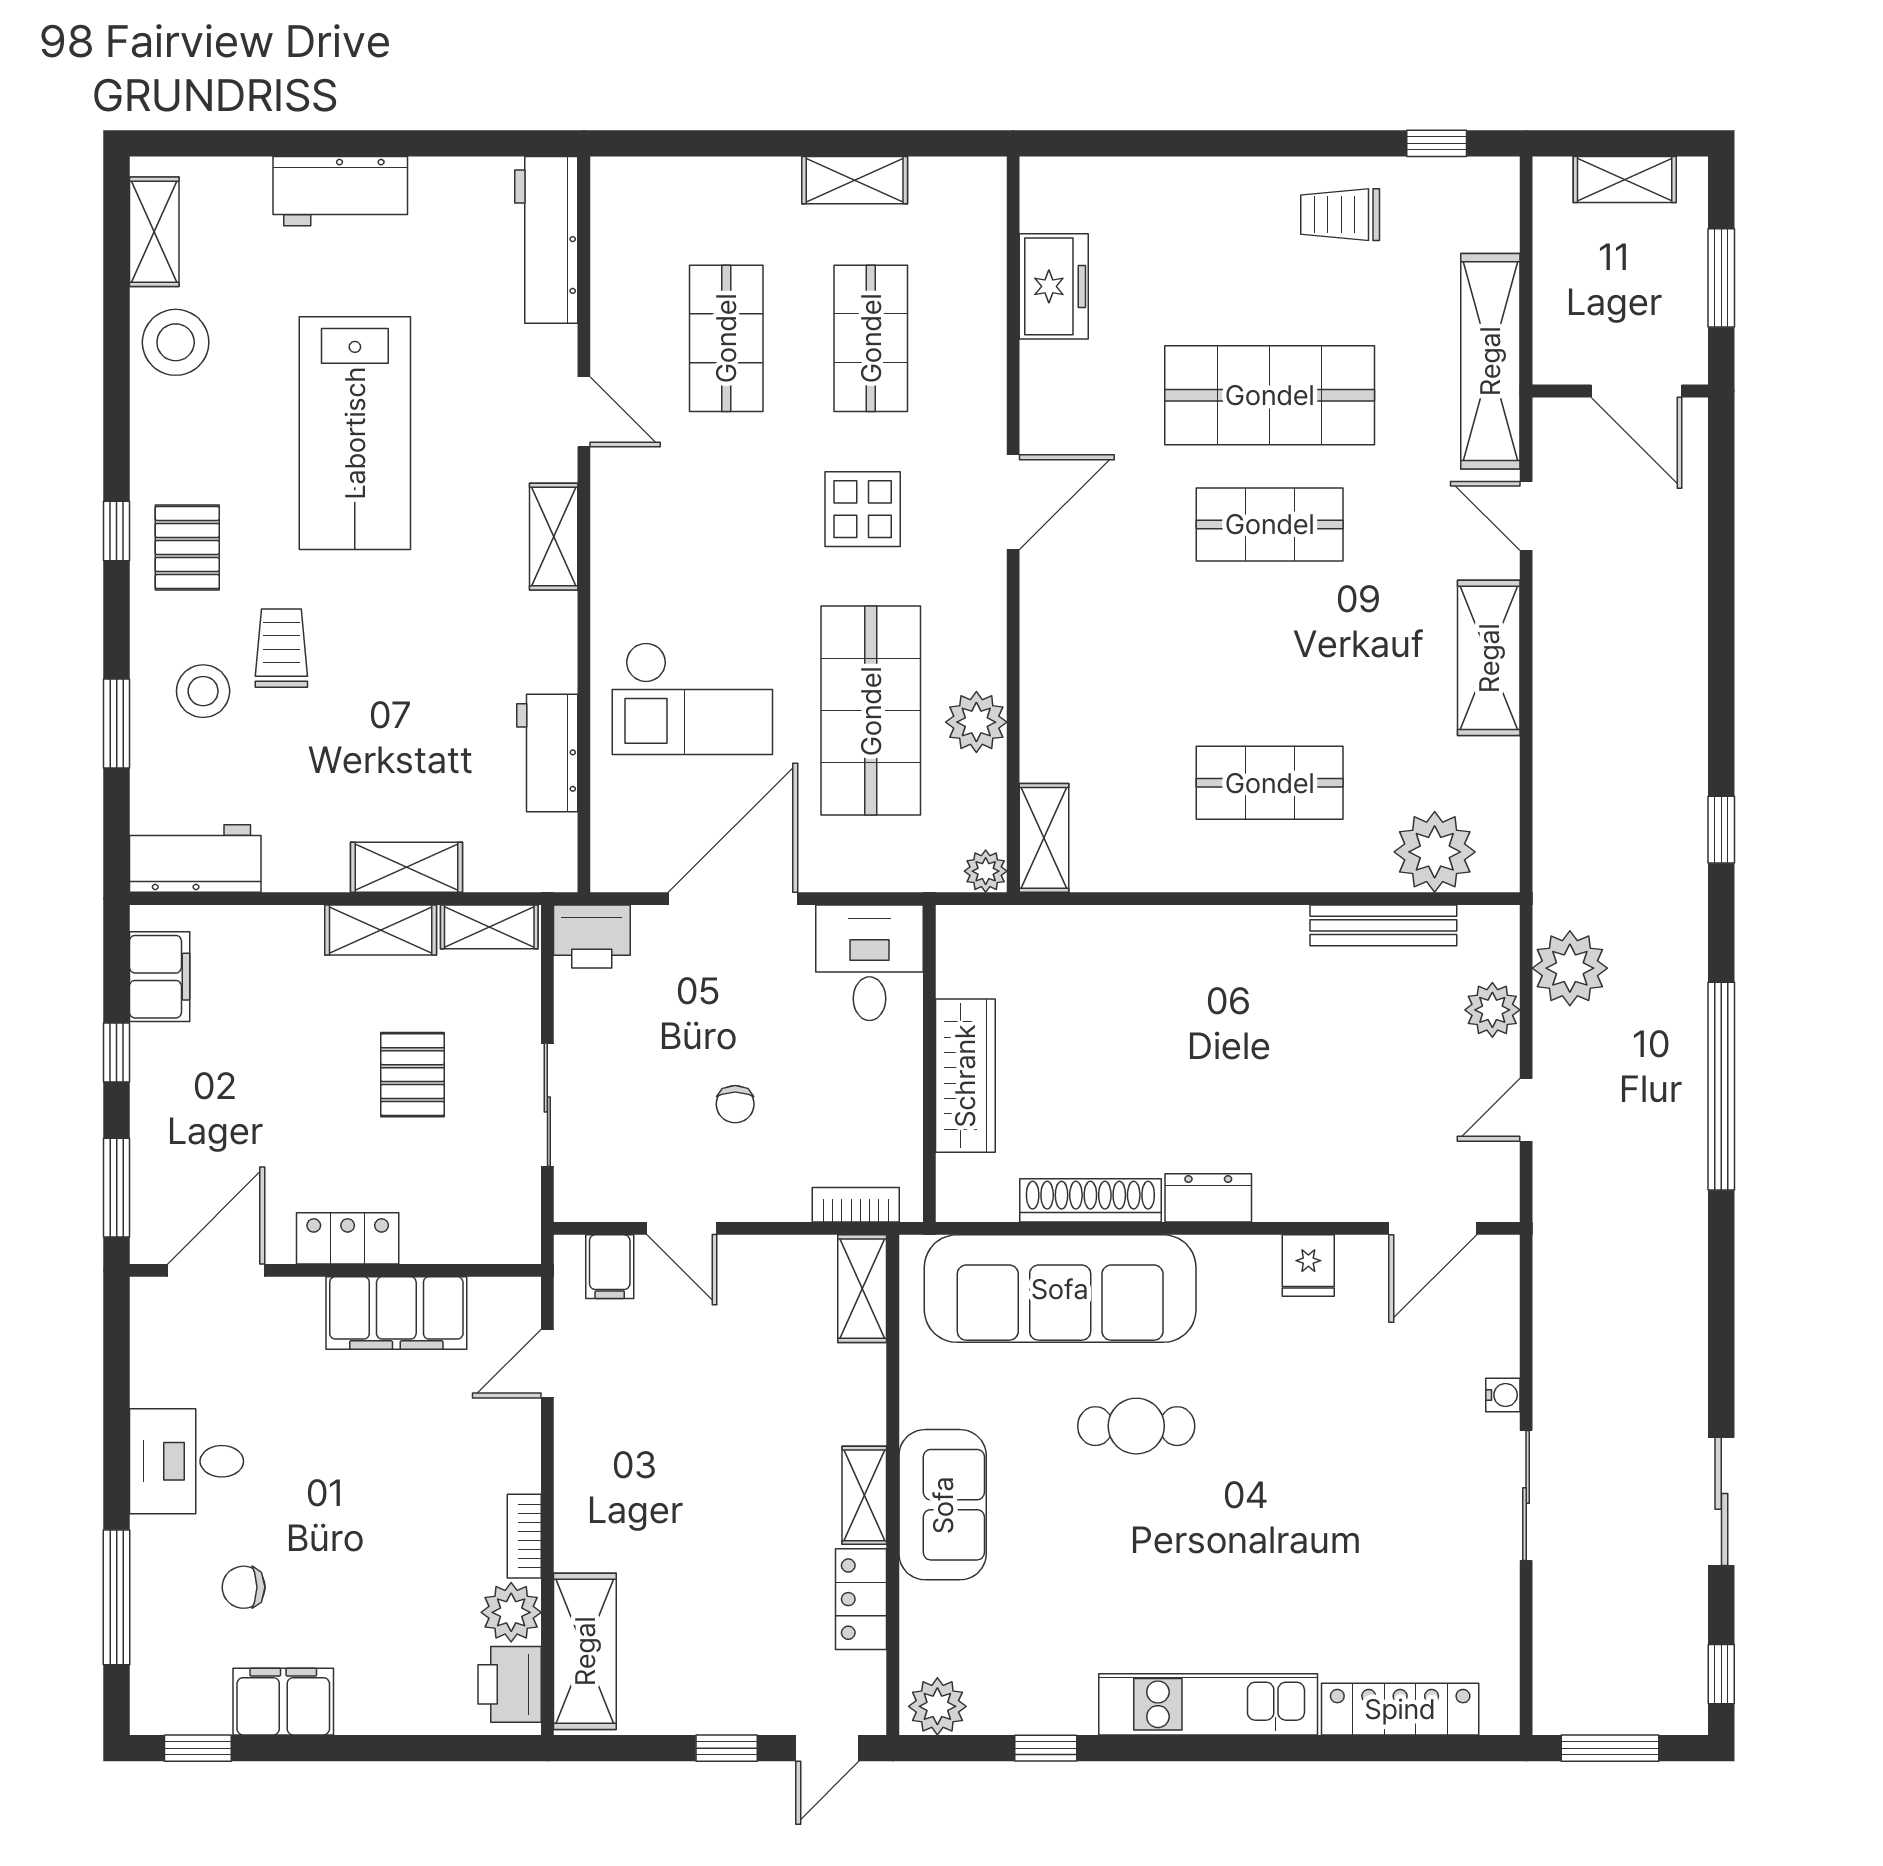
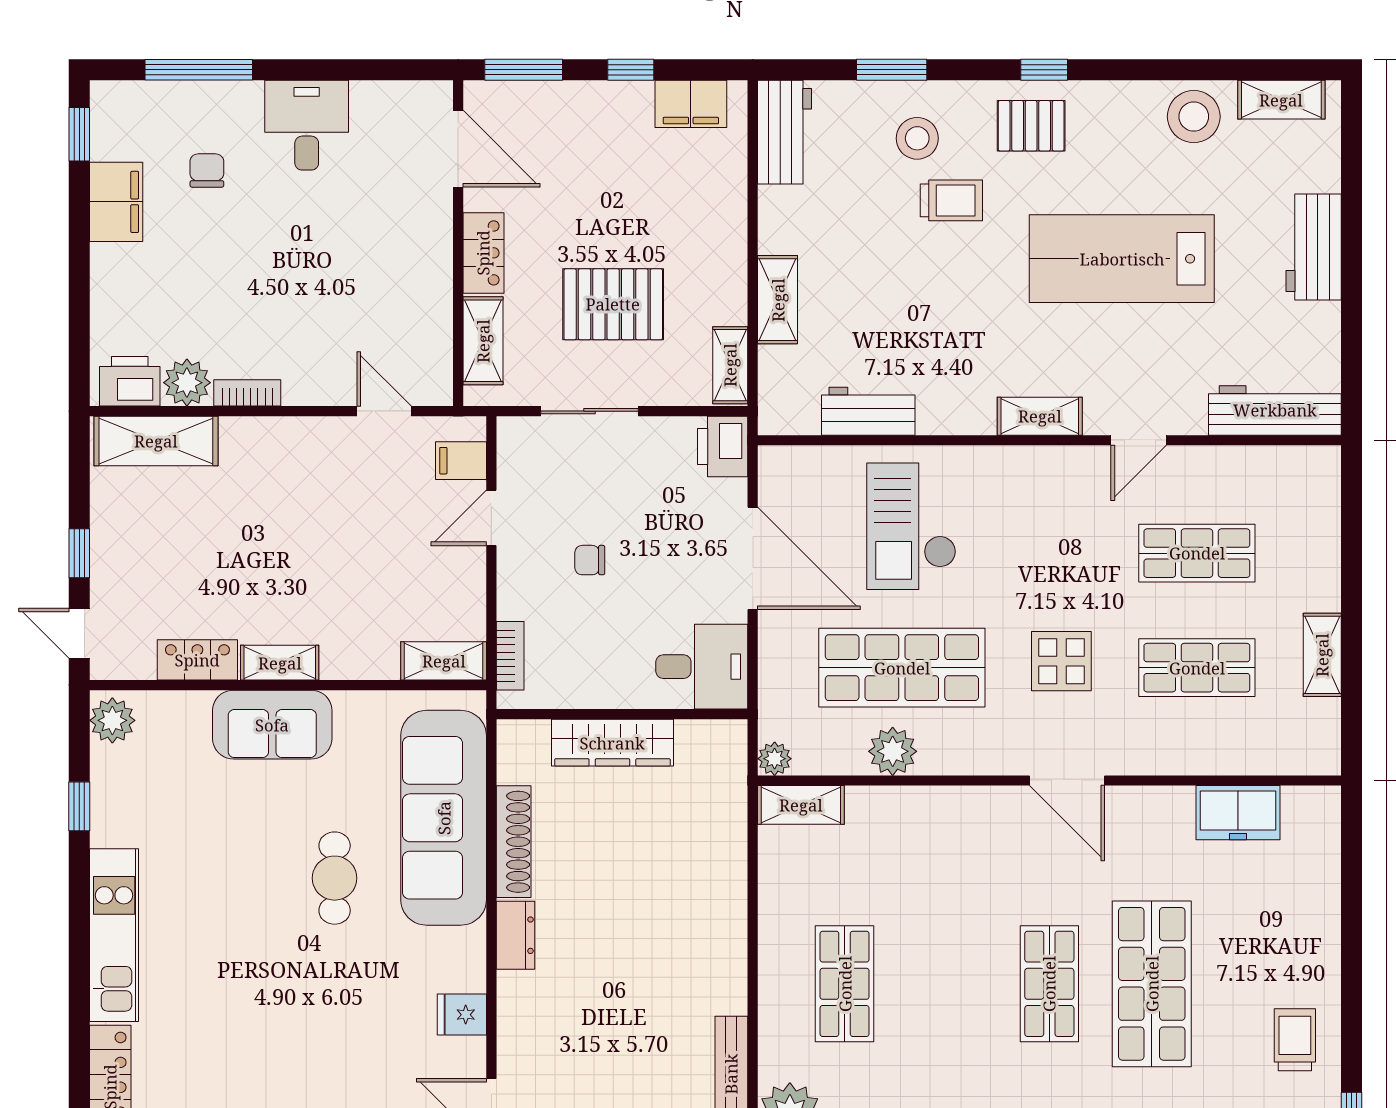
shelving: (381, 930) -> (483, 341), moved
pallet: (412, 1075) -> (613, 304), width x1.50, depth x1.42
filing cabinet: (396, 1313) -> (424, 292), removed

